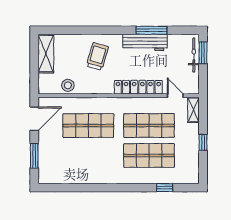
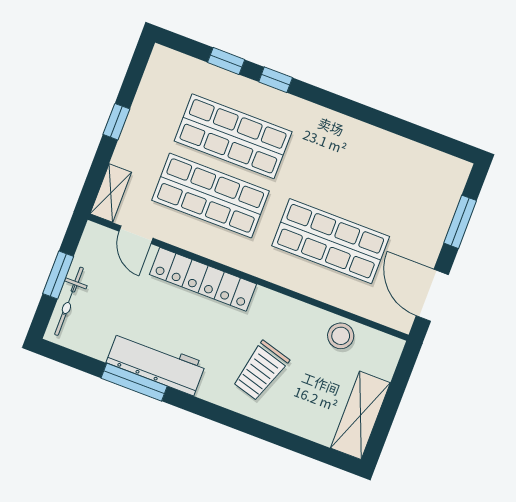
window: (203, 53) -> (58, 275), moved
door: (34, 119) -> (432, 295), hinge flipped
window: (140, 188) -> (276, 80), added

